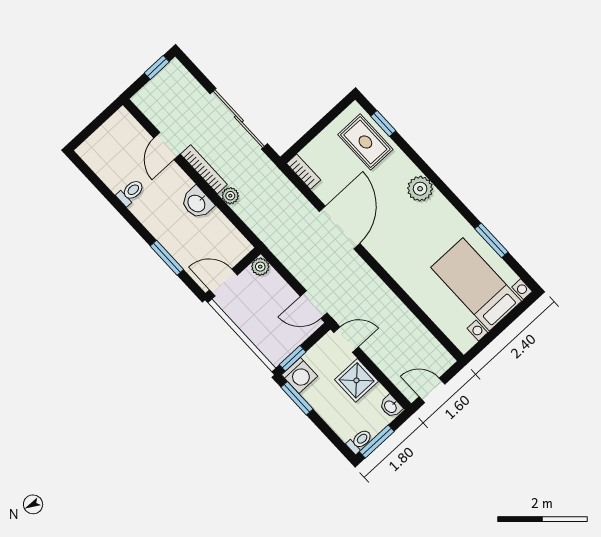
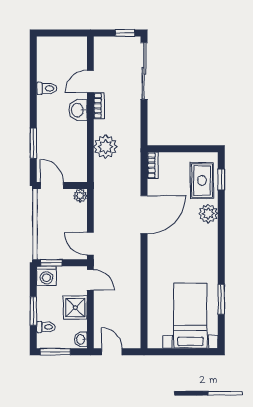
sliding door: (239, 119) -> (144, 71), moved
bookcase: (204, 169) -> (99, 106), width x0.64
plant: (420, 189) -> (208, 214), moved
plant: (230, 196) -> (106, 147), width x1.88, depth x1.88
washbasin: (197, 203) -> (78, 110), moved
window: (297, 398) -> (33, 311), moved
toilet: (360, 441) -> (46, 327), moved

